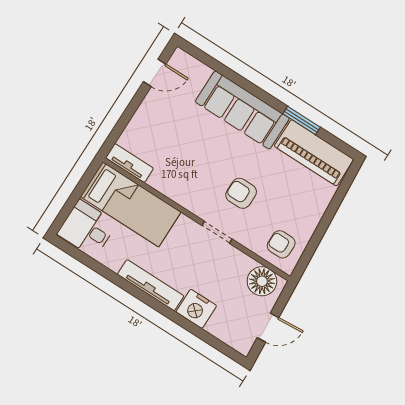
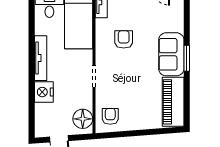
sofa: (242, 110) -> (171, 54), width x0.73
window: (302, 121) -> (187, 58), moved
armchair: (241, 193) -> (124, 39), moved

